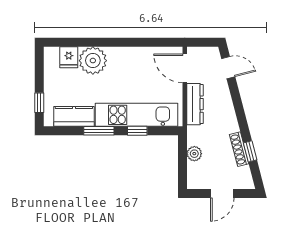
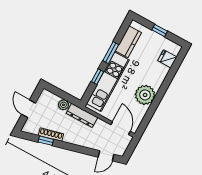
plant: (93, 61) -> (145, 95), moved
door: (185, 68) -> (121, 128), hinge flipped
window: (39, 103) -> (160, 30), moved
dresser: (195, 104) -> (82, 115), moved

